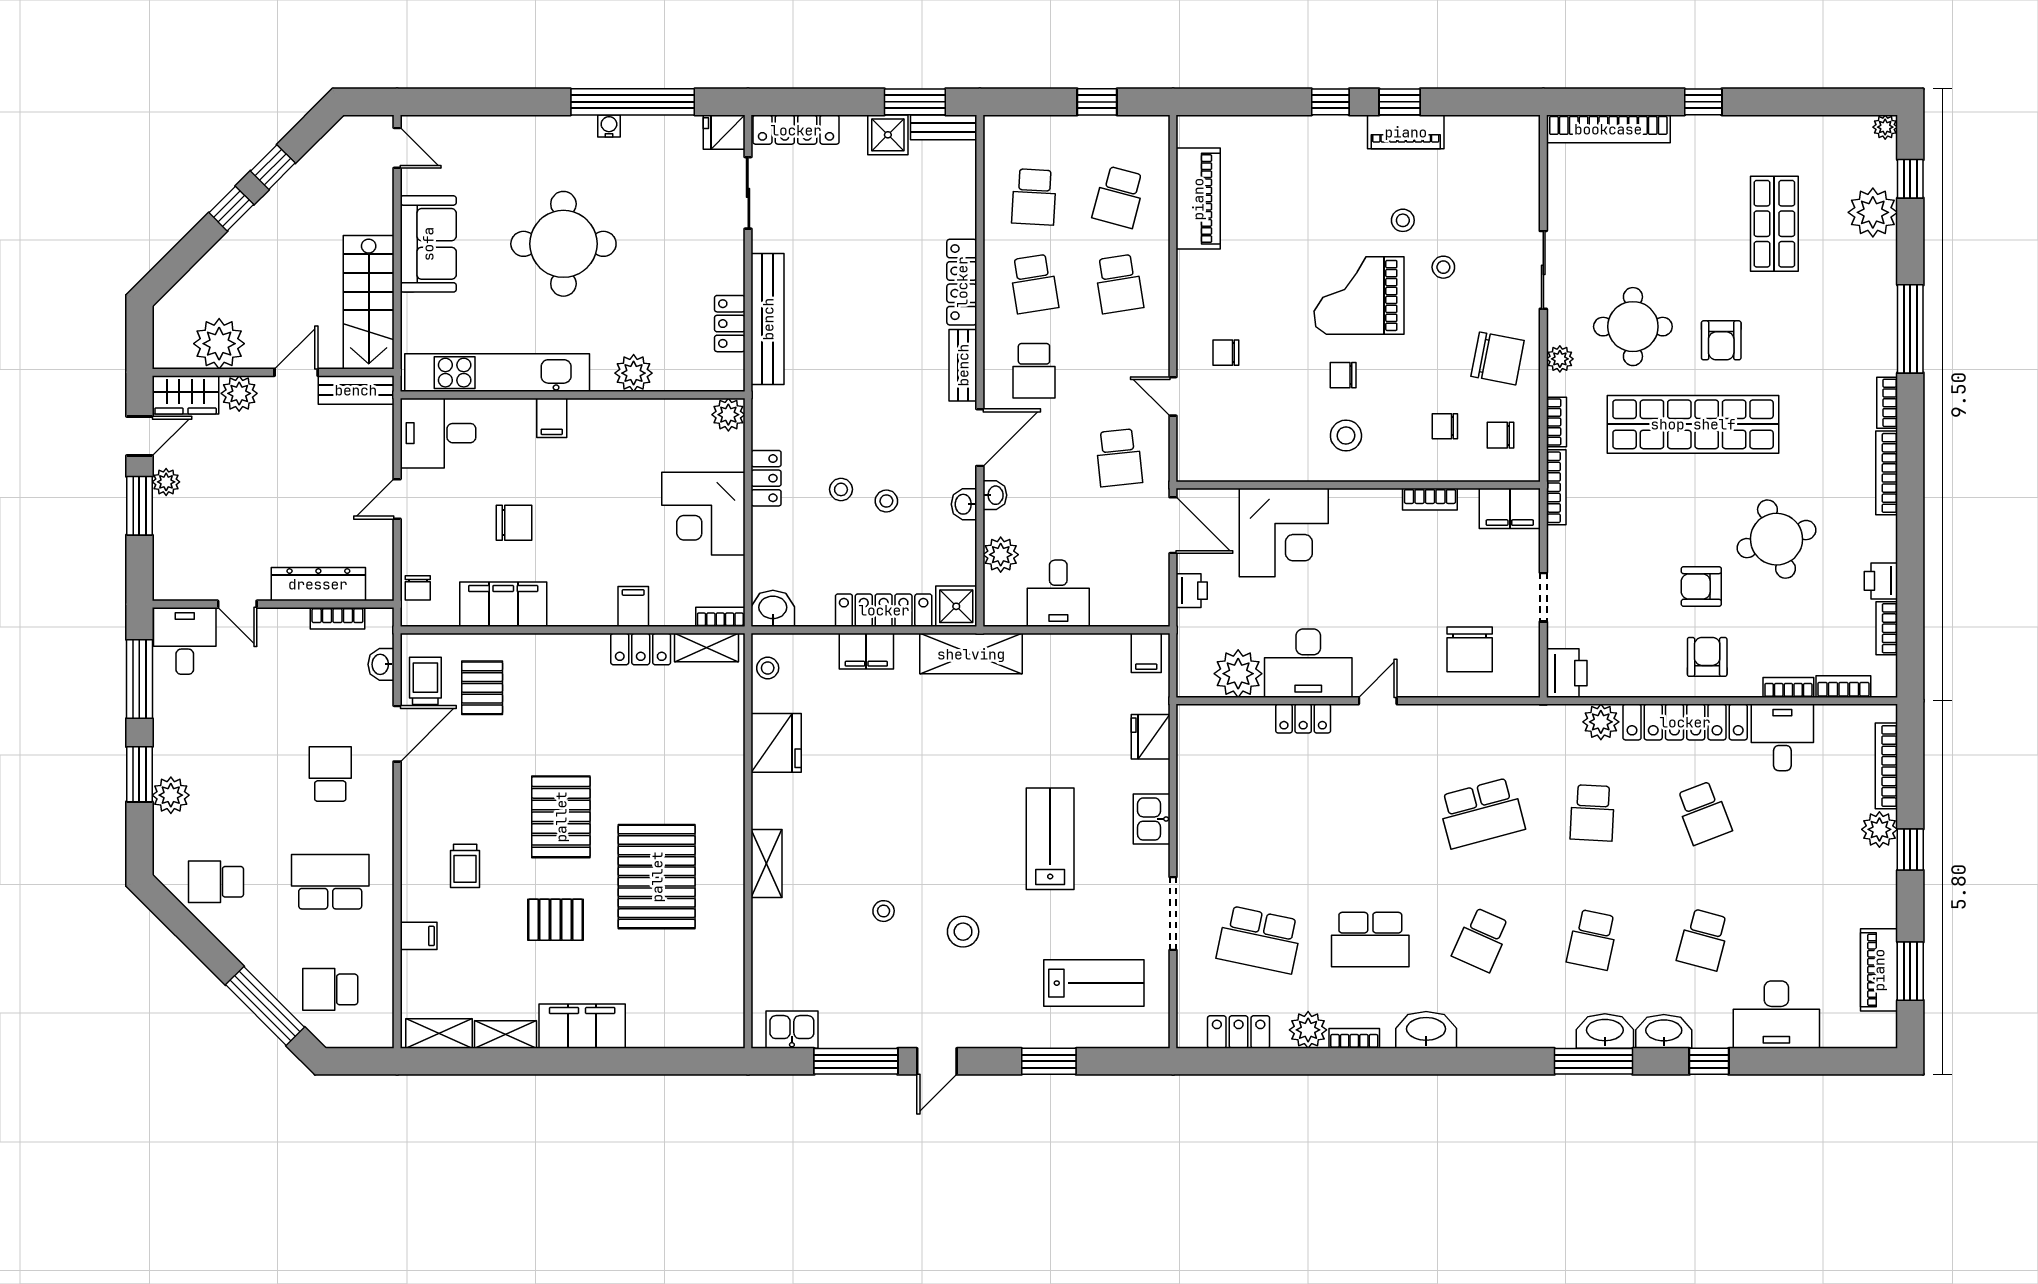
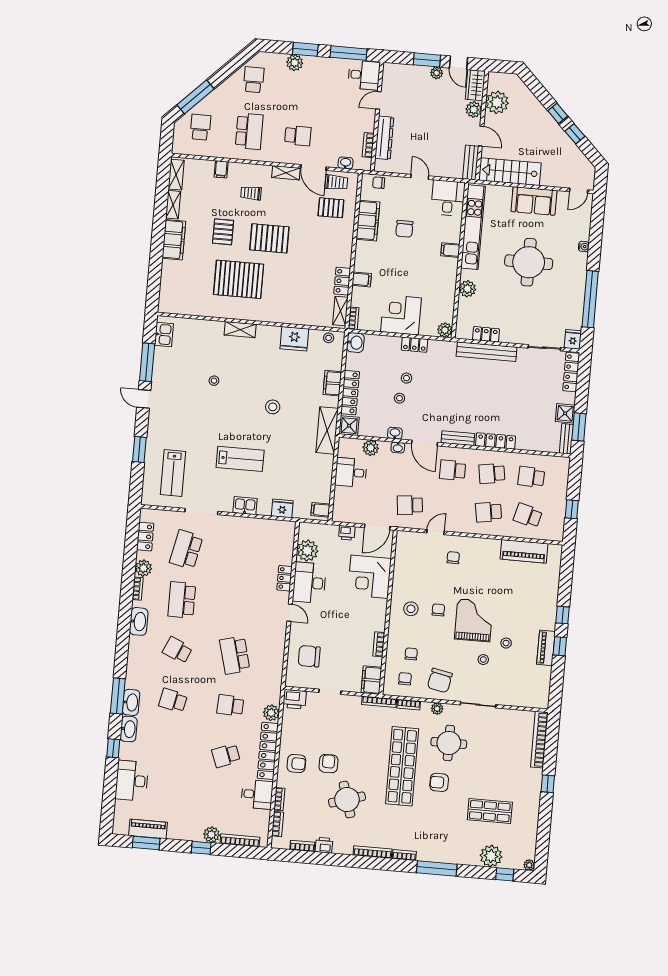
water cooler: (609, 126) -> (584, 246), moved
shelving: (414, 793) -> (286, 173), added
stool: (963, 932) -> (273, 407), moved
school desk: (1703, 940) -> (169, 751), removed

